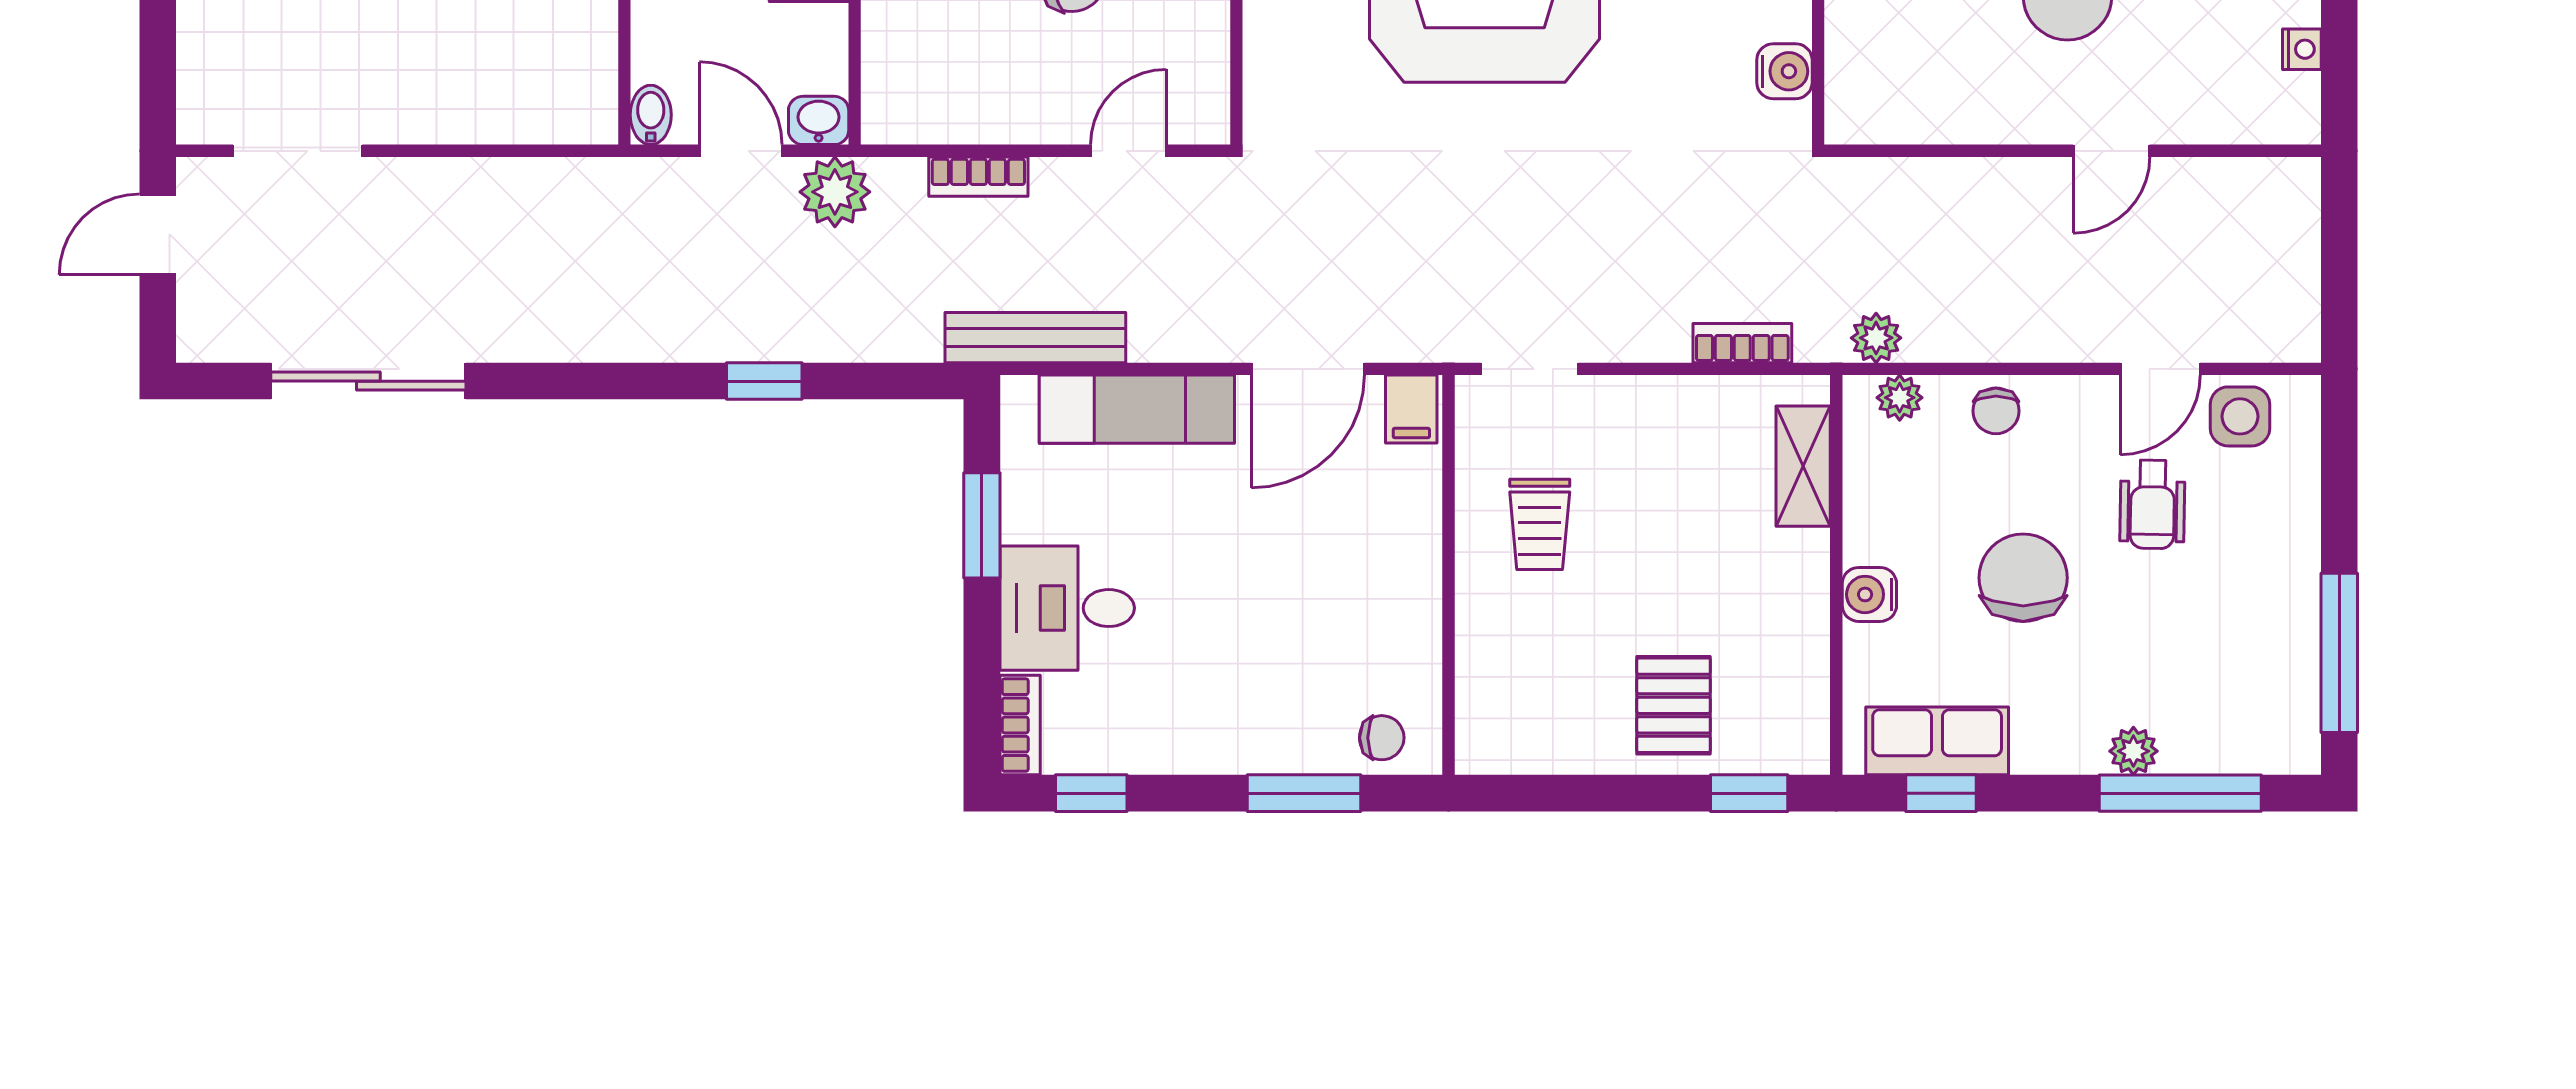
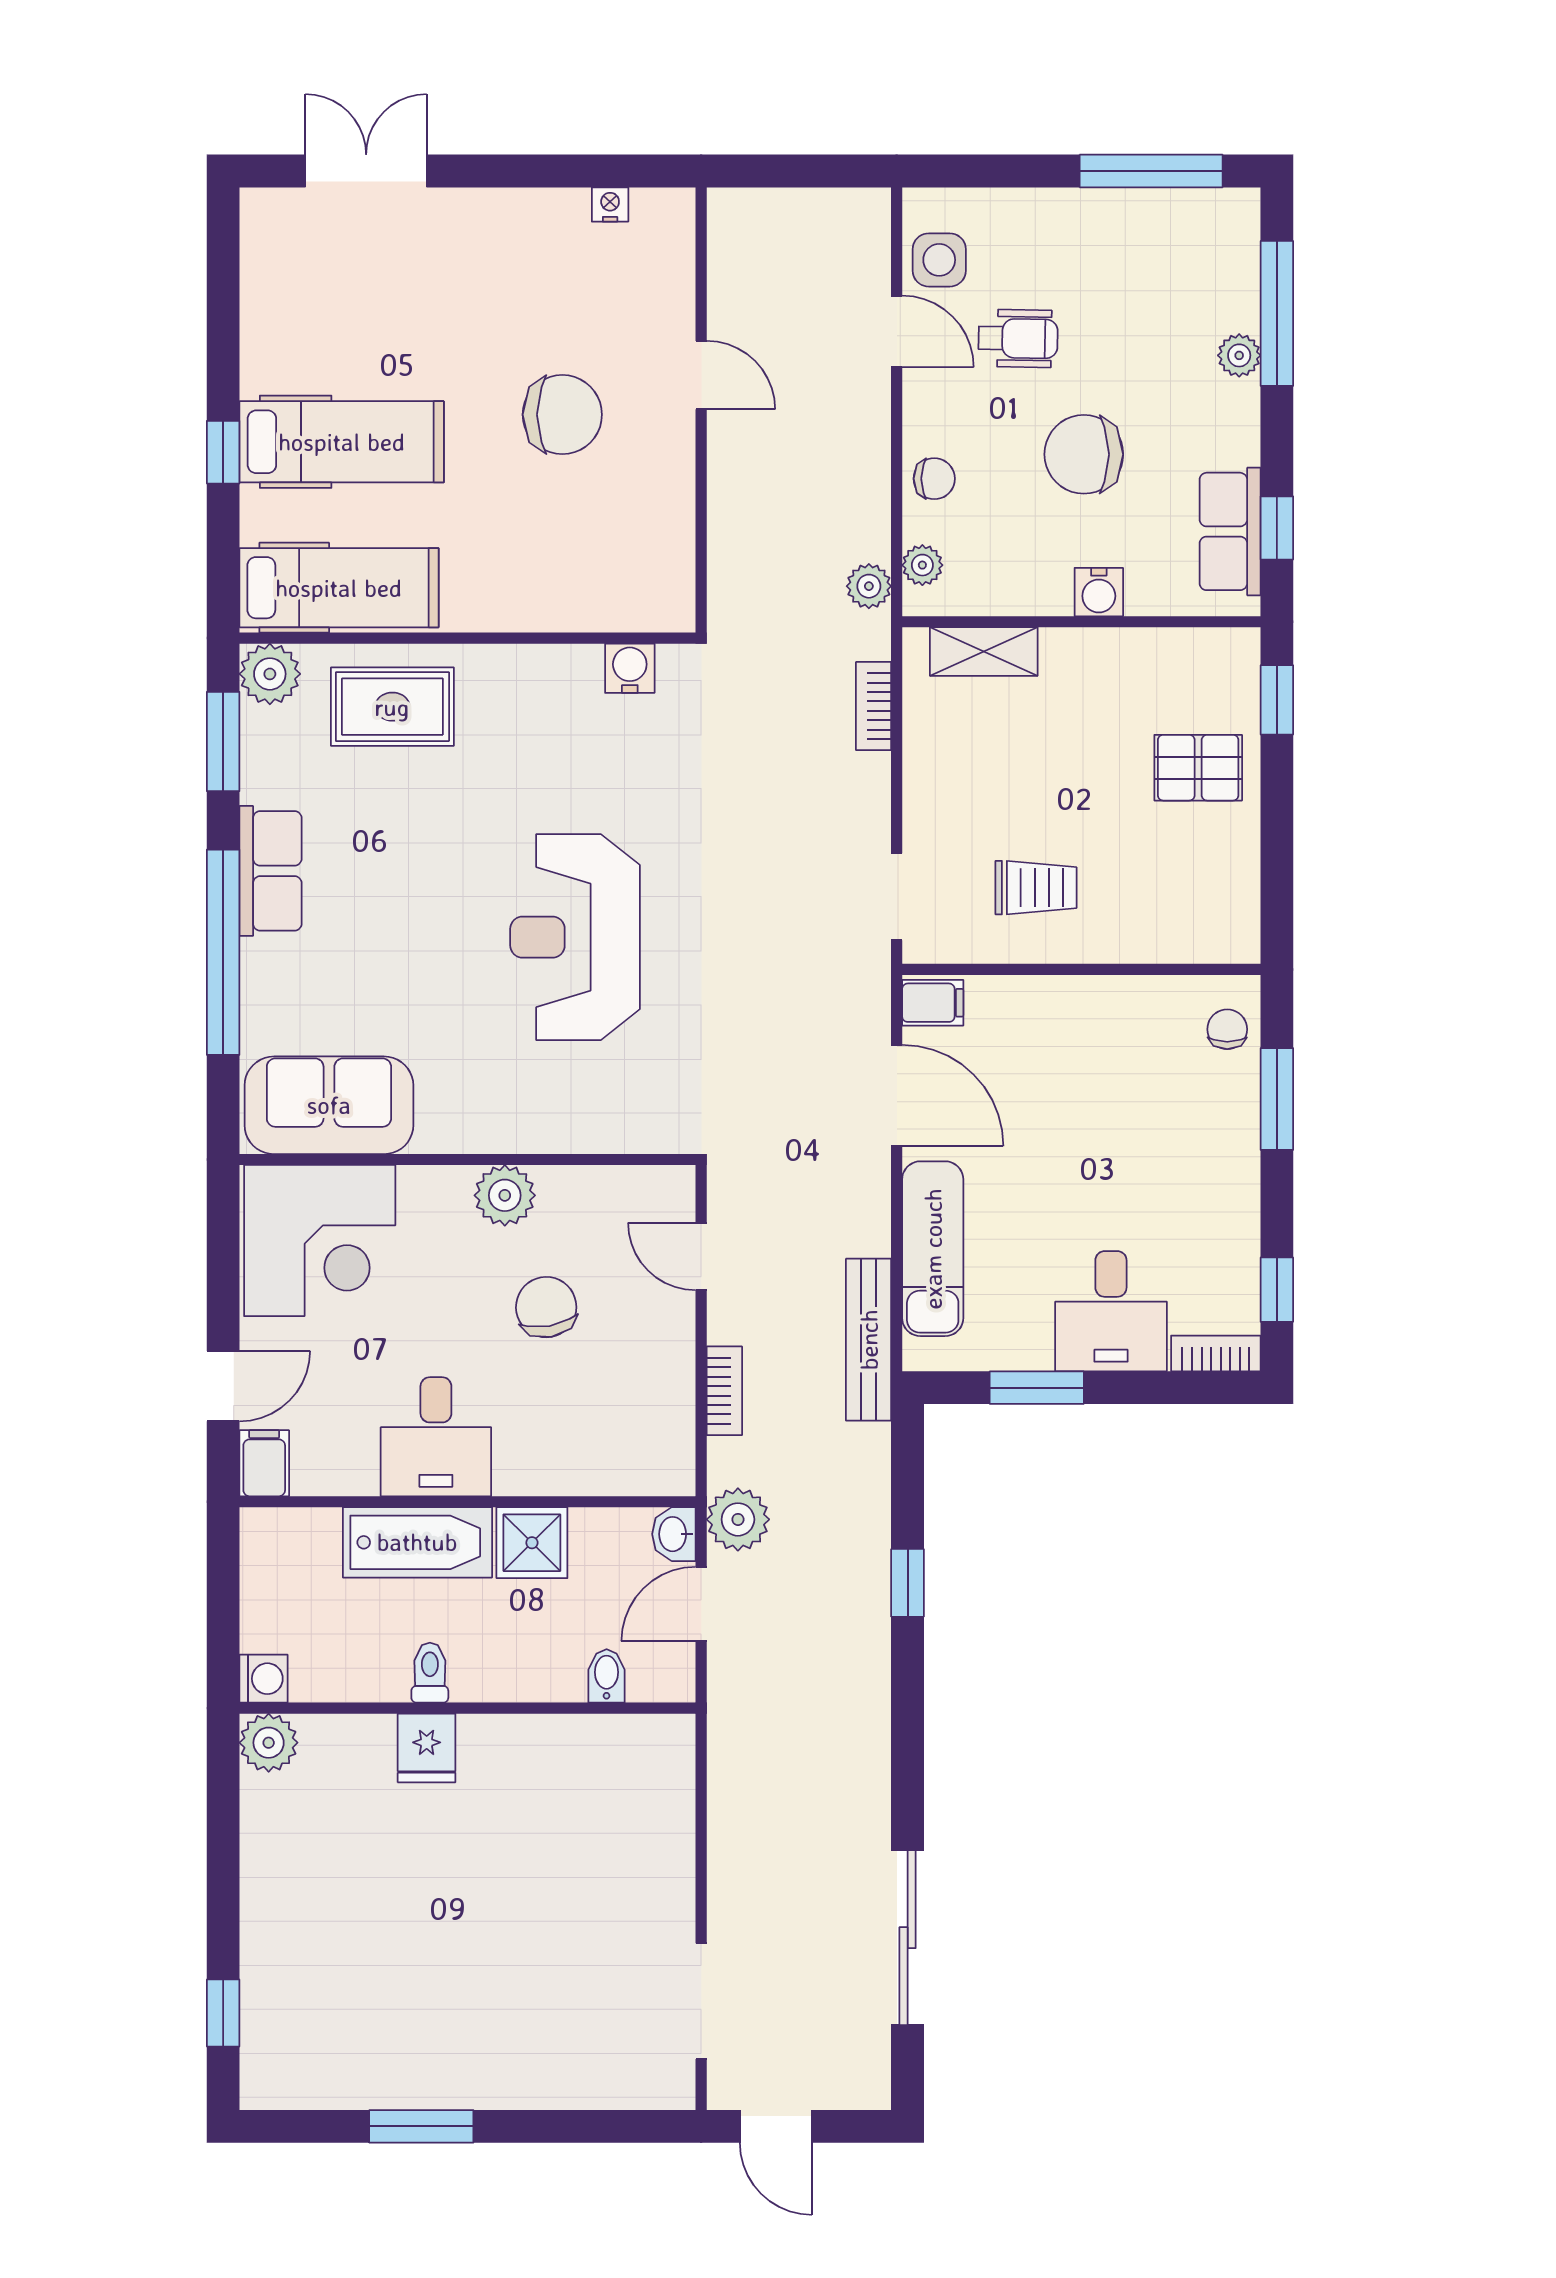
bidet: (651, 115) -> (607, 1676), moved, turned 90

